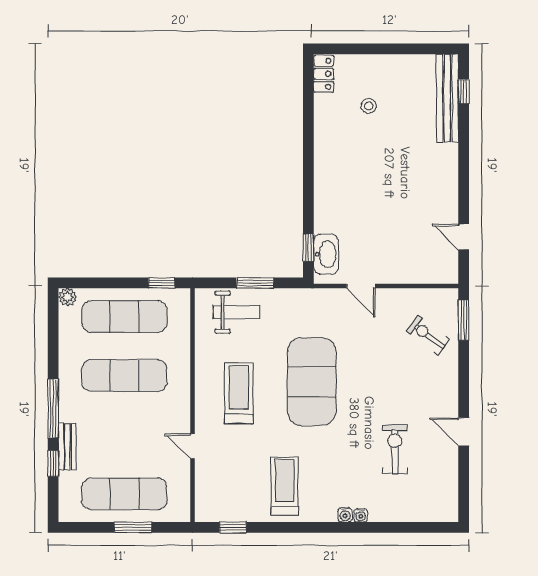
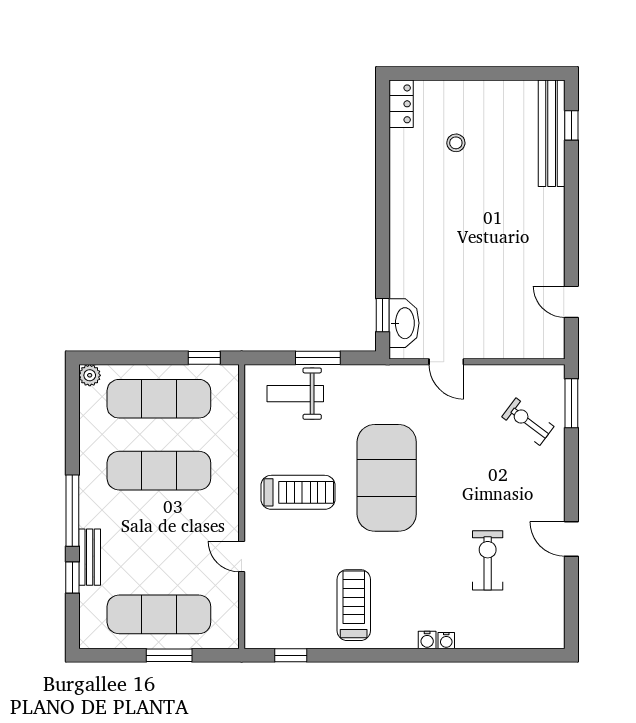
weight bench: (237, 312) -> (295, 394), turned 180
treadmill: (239, 393) -> (298, 492), turned 90

